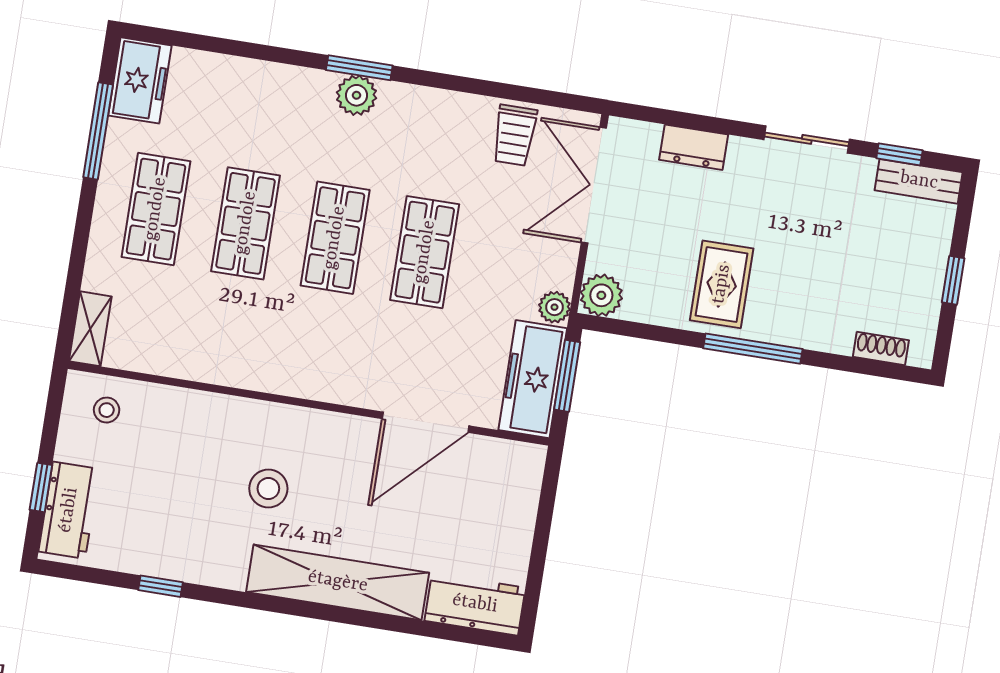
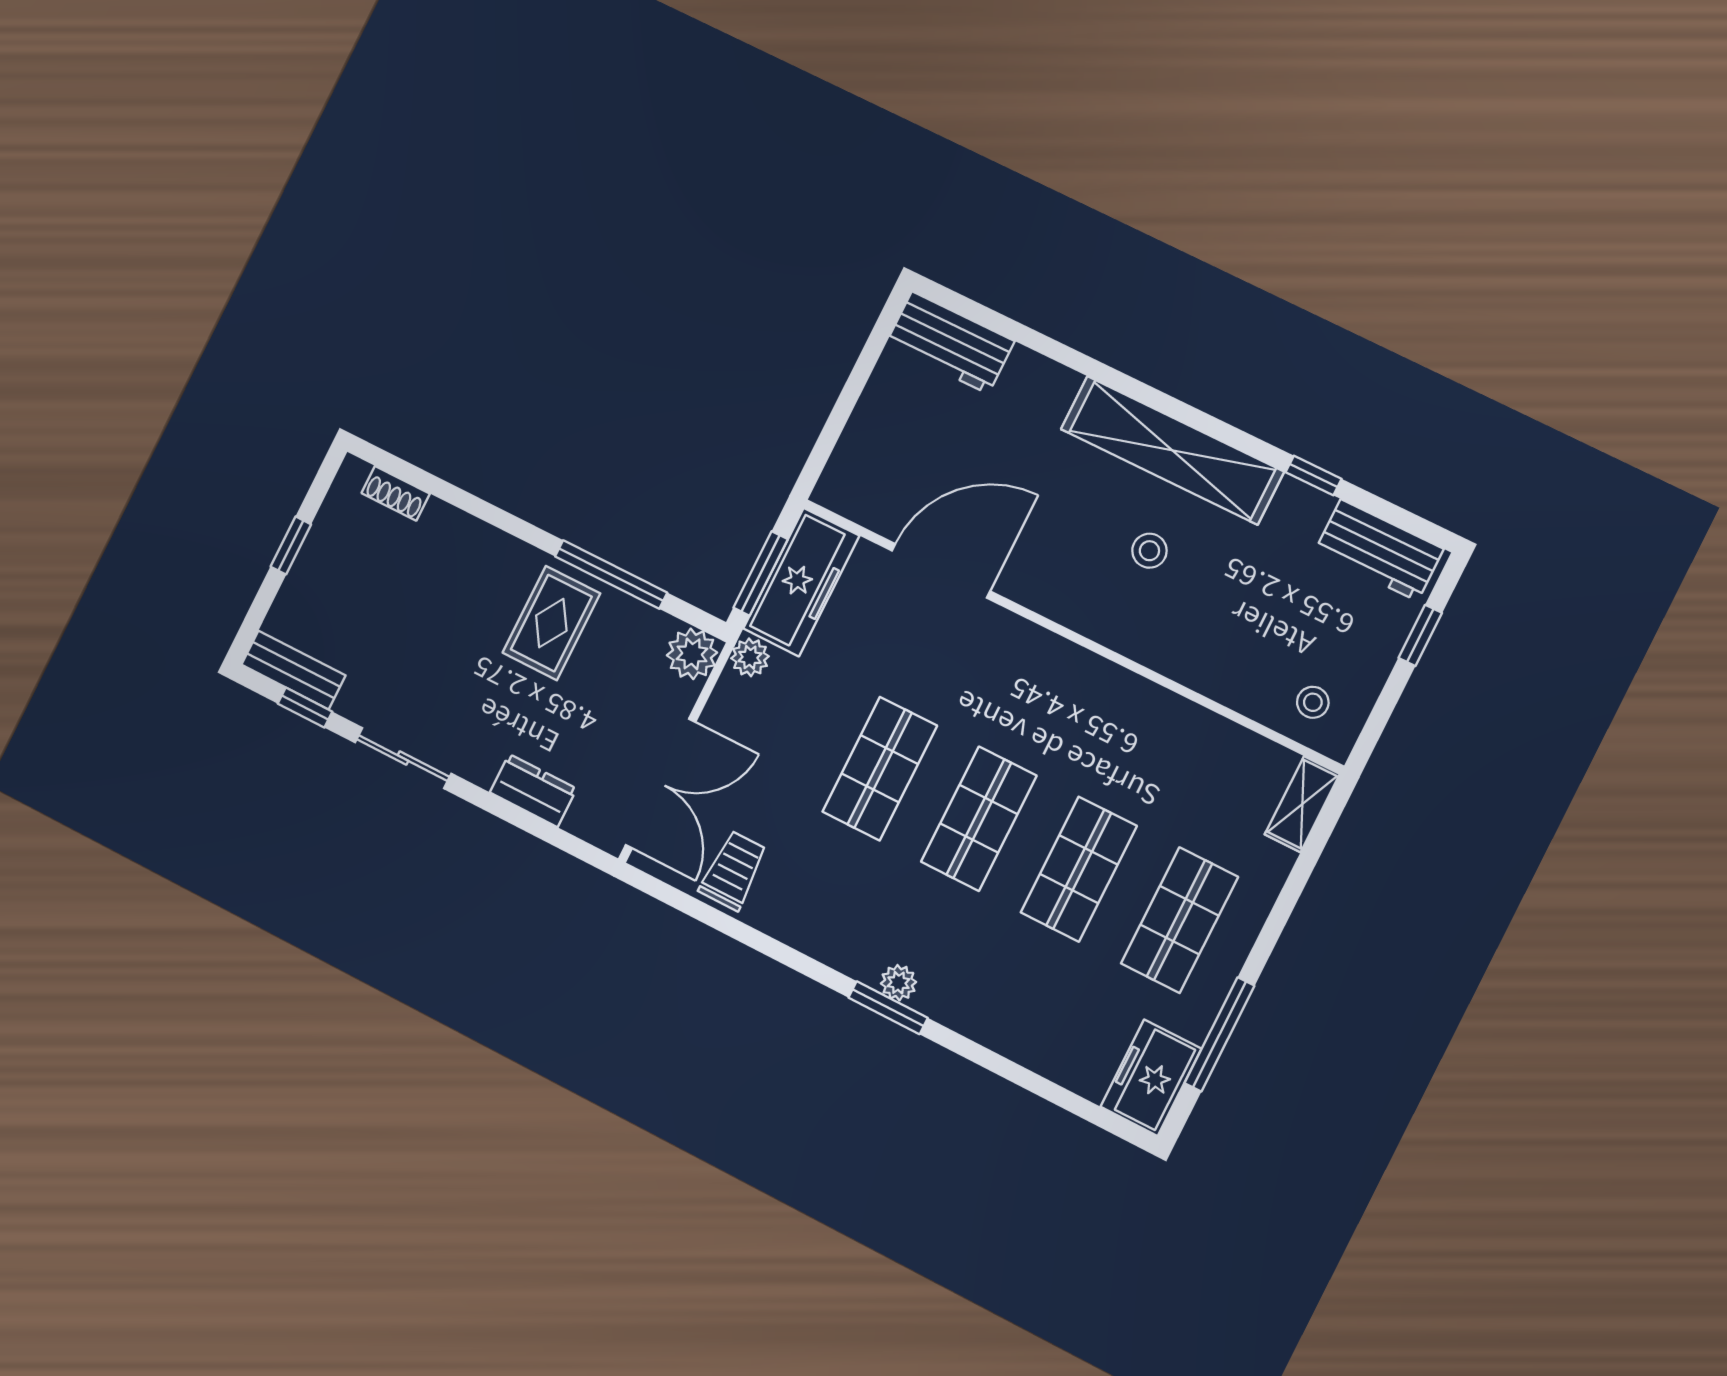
plant: (357, 95) -> (898, 983), width x0.73, depth x0.73
window: (753, 349) -> (611, 575), moved
stool: (268, 489) -> (1149, 551), width x0.73, depth x0.73
workbench: (69, 510) -> (1379, 550), moved, turned -90
shelving: (338, 582) -> (1172, 450), moved

